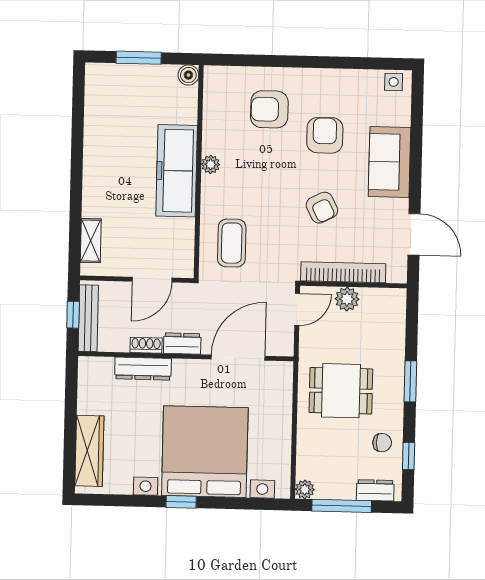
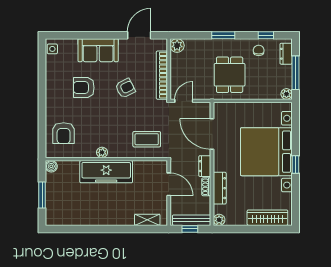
armchair: (269, 109) -> (64, 133), moved
plant: (347, 299) -> (177, 46), moved
door: (297, 309) -> (184, 101), hinge flipped
plant: (88, 366) -> (219, 220), added

